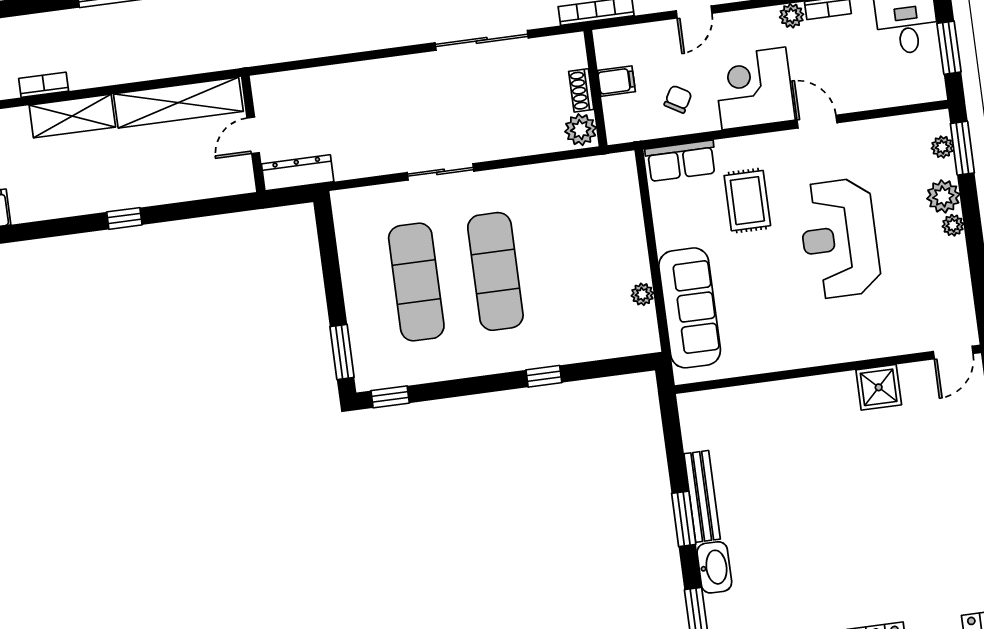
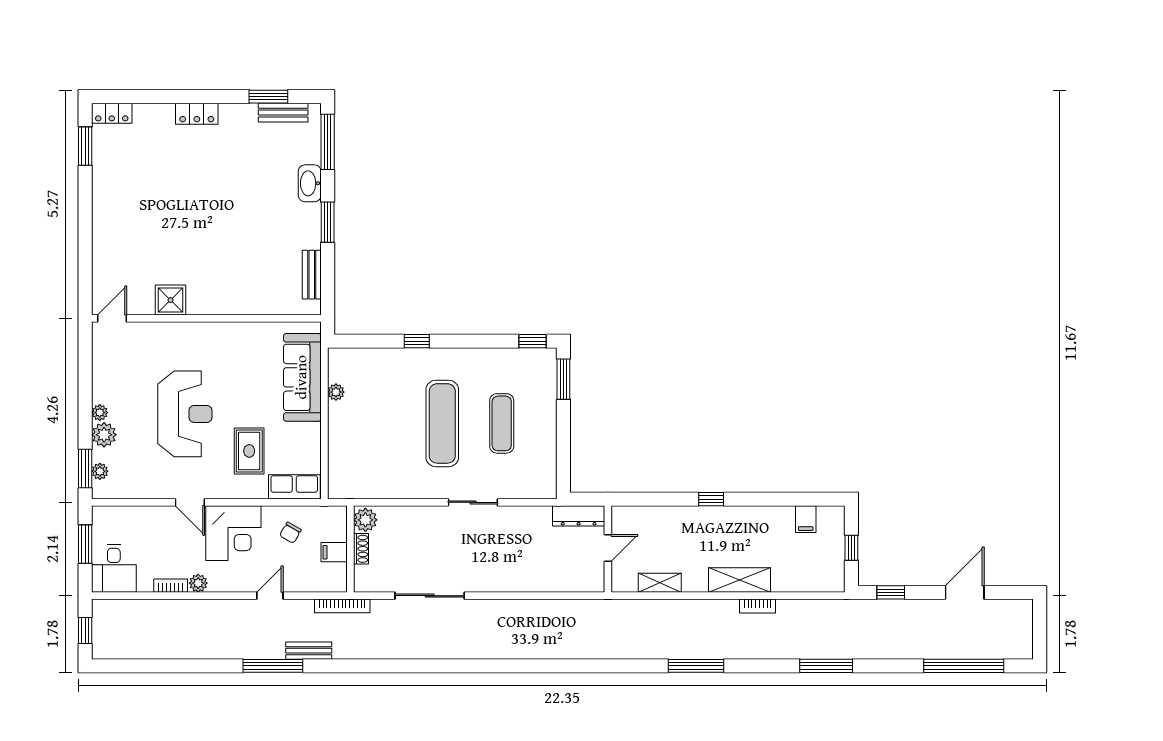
shelving: (178, 103) -> (660, 583), width x0.45, depth x0.75
exercise mat: (416, 282) -> (502, 423), width x0.73, depth x0.69
bench: (702, 496) -> (312, 275), moved, width x0.73

